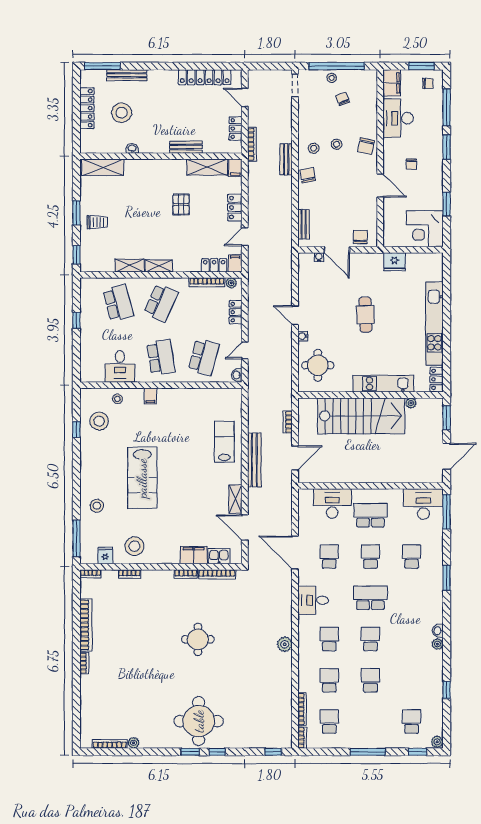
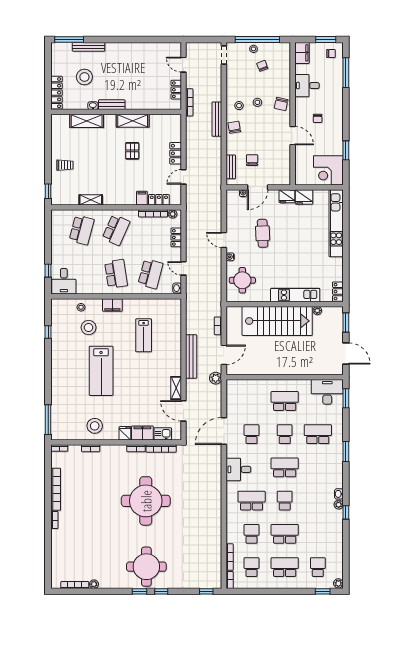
locker: (205, 77) -> (151, 48), removed
locker: (87, 108) -> (57, 93), moved
desk: (398, 118) -> (307, 86), width x0.73
bench: (186, 147) -> (112, 105), moved
window: (447, 147) -> (346, 105), removed
bench: (286, 159) -> (217, 119), width x1.36
shelving: (103, 167) -> (87, 121), moved
shelving: (207, 167) -> (133, 121), moved
filing cabinet: (235, 168) -> (176, 121), removed
window: (76, 213) -> (48, 158), removed
chair: (360, 237) -> (252, 160), moved
door: (337, 250) -> (258, 187), hinge flipped
fridge: (373, 261) -> (287, 196), added
filing cabinet: (235, 263) -> (142, 198), moved
shelving: (159, 266) -> (114, 200), removed
school desk: (118, 303) -> (82, 230), turned 30
cafe table: (365, 315) -> (263, 233), moved
window: (76, 320) -> (48, 271), moved
kitchen unit: (434, 323) -> (336, 223), moved
door: (245, 350) -> (183, 268), hinge flipped
desk: (120, 366) -> (64, 281), moved
filing cabinet: (150, 396) -> (112, 305), width x2.00
stool: (99, 421) -> (89, 328), moved
lab bench: (224, 442) -> (144, 335), moved, turned 180
door: (447, 456) -> (346, 353), hinge flipped
desk: (332, 503) -> (254, 391), removed
stool: (97, 506) -> (64, 393), removed
window: (447, 512) -> (346, 398), width x0.69
door: (295, 553) -> (224, 431), hinge flipped
fridge: (105, 555) -> (125, 433), moved
school desk: (412, 557) -> (318, 434), width x1.85
round table: (198, 639) -> (146, 501), width x1.86, depth x1.86
school desk: (329, 639) -> (252, 501), width x1.85
plant: (285, 644) -> (216, 378), moved
school desk: (370, 680) -> (285, 534), width x1.85
window: (447, 690) -> (346, 512), moved
school desk: (370, 722) -> (285, 567), added
window: (368, 752) -> (283, 591), removed

